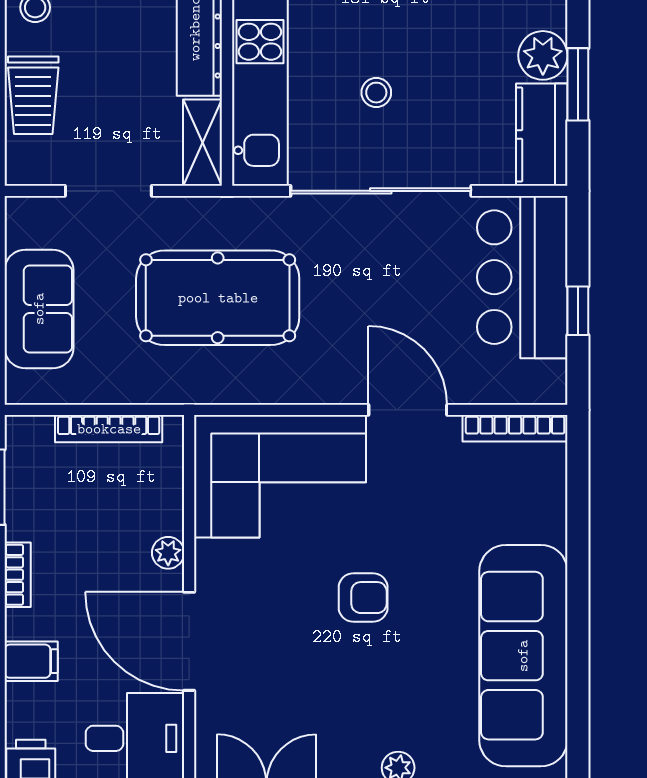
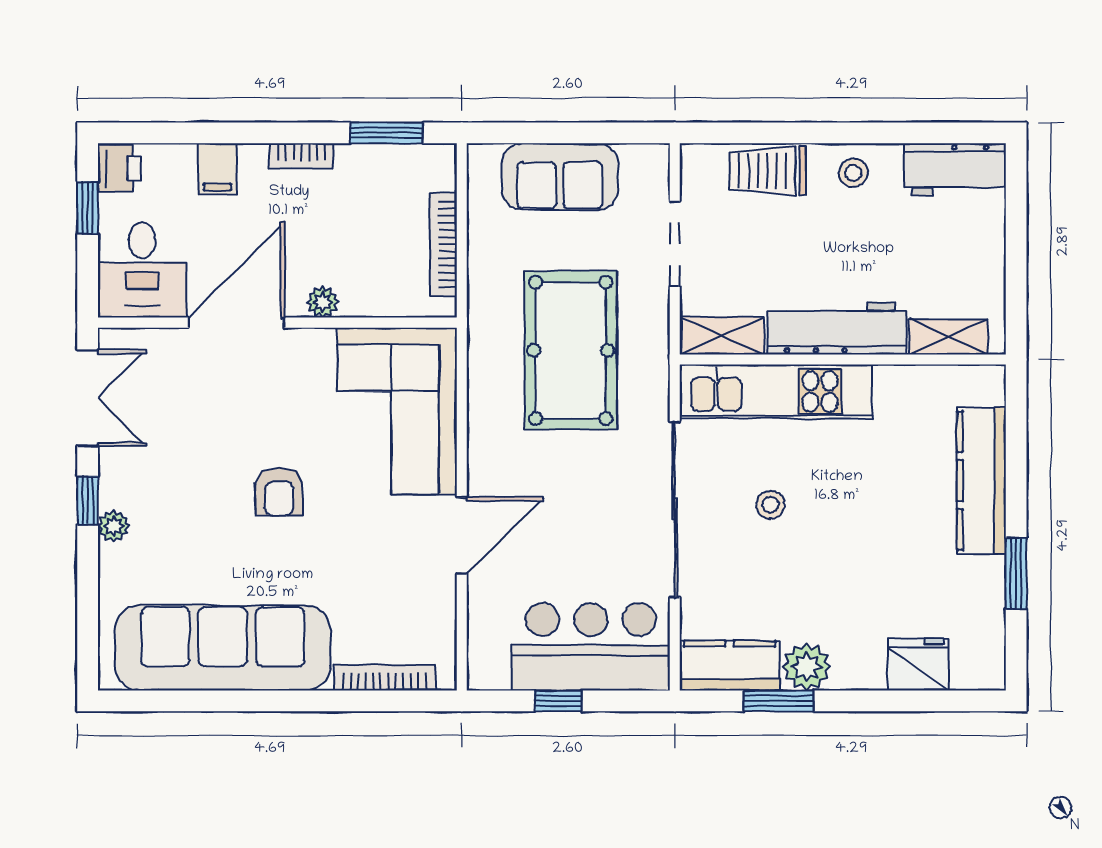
bookcase: (515, 428) -> (385, 678), moved, turned 90

